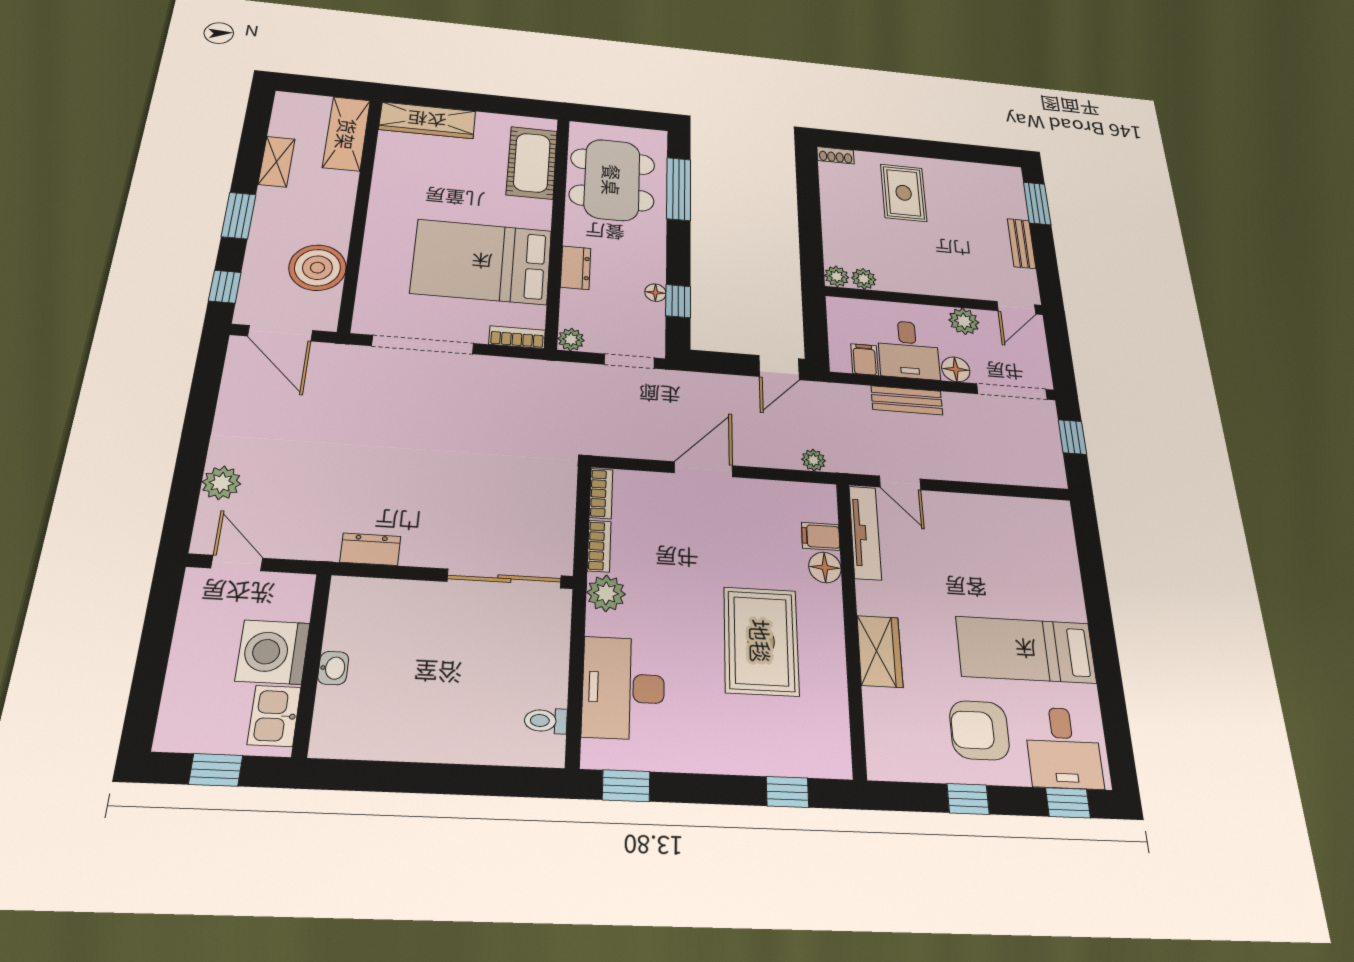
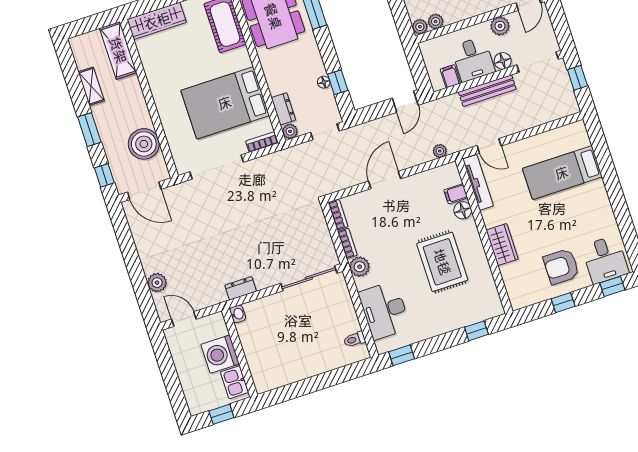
dresser: (576, 268) -> (283, 109), moved
bench: (907, 400) -> (487, 91), width x1.36
bed: (1026, 650) -> (562, 173), moved
washbasin: (333, 668) -> (238, 314), moved

